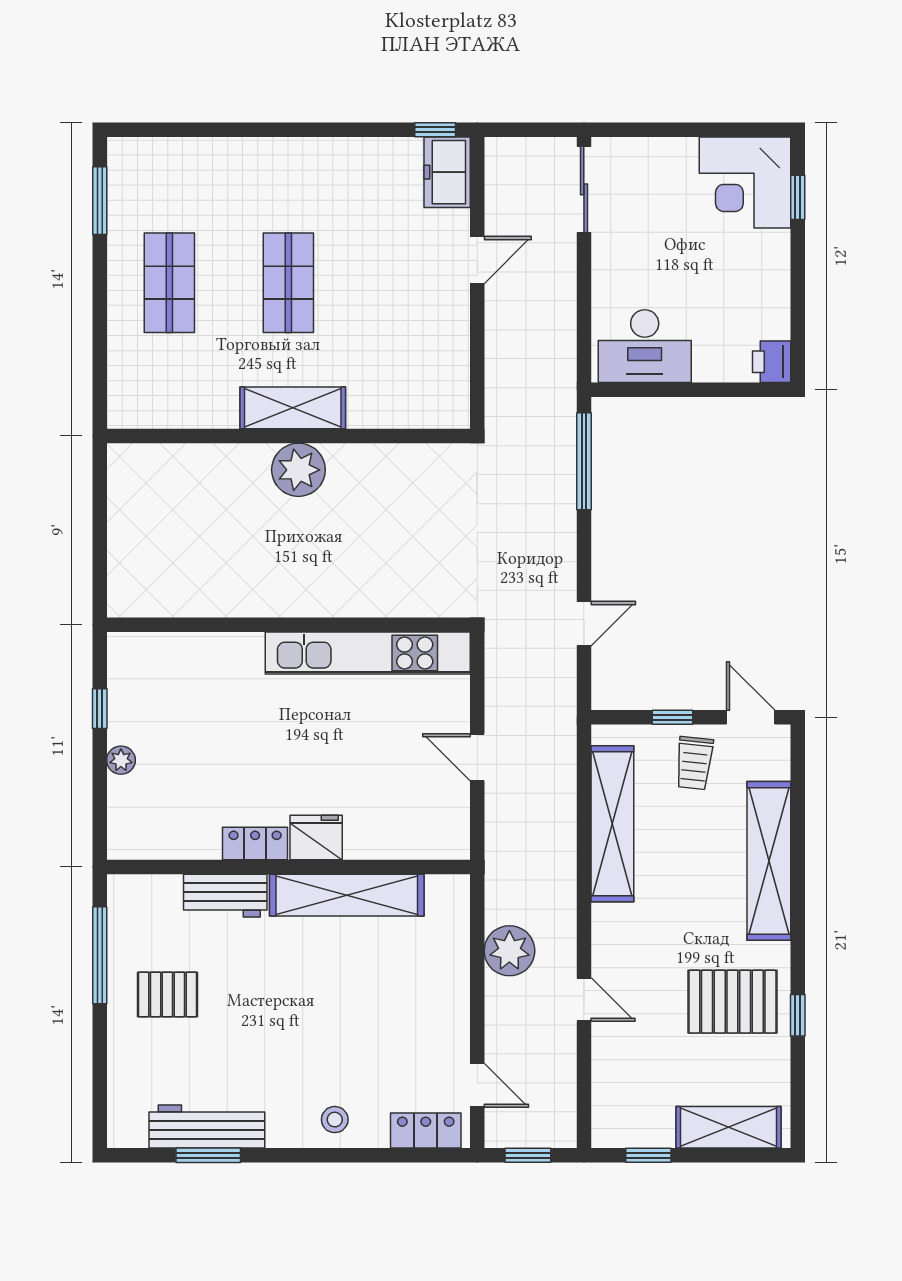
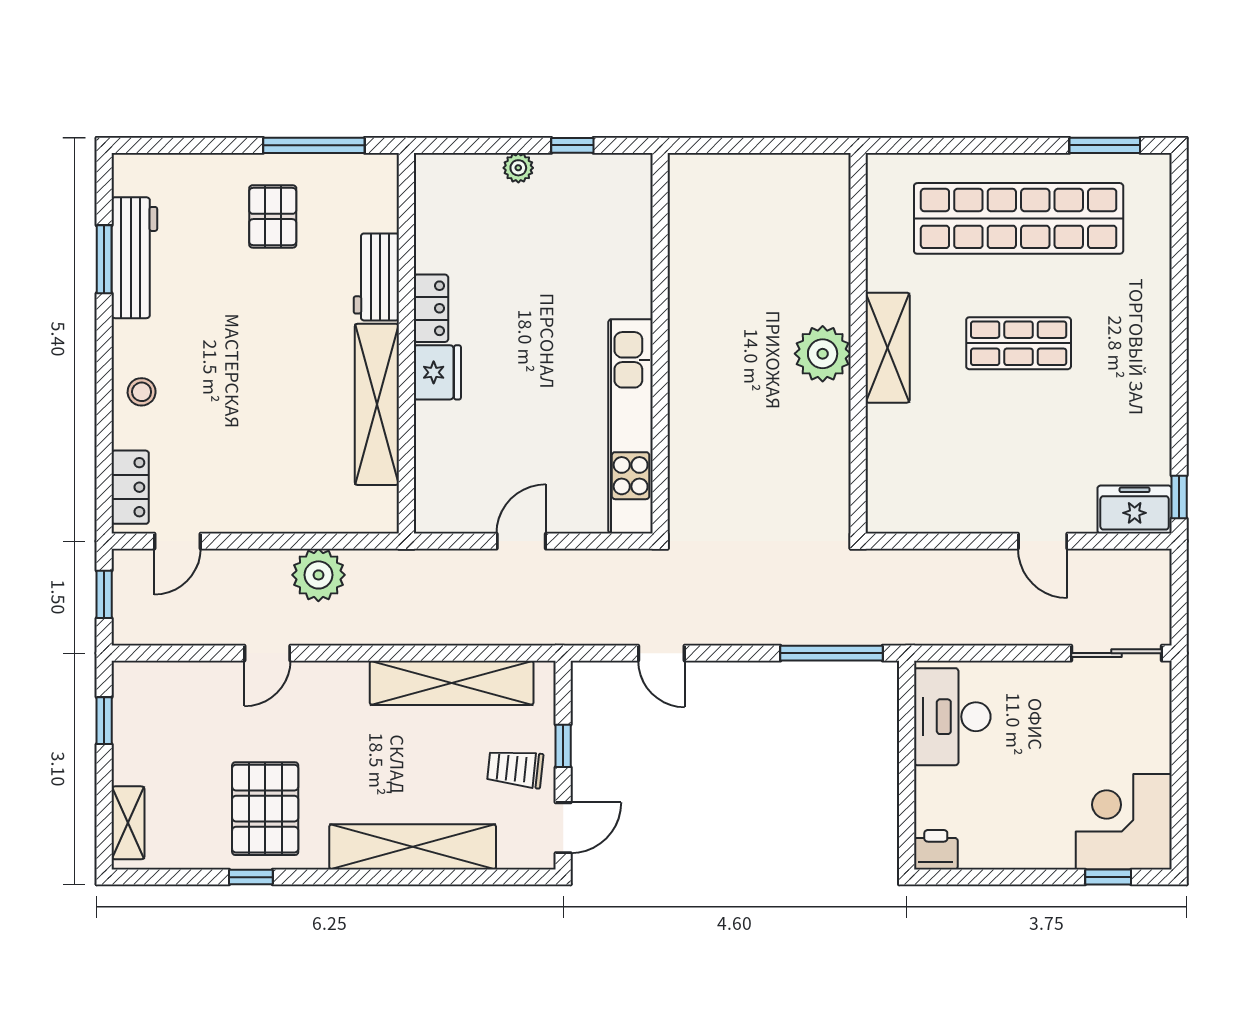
shop shelf: (169, 283) -> (1019, 218), width x2.00, depth x1.36
shelving: (728, 1127) -> (128, 823), width x0.67, depth x0.75

